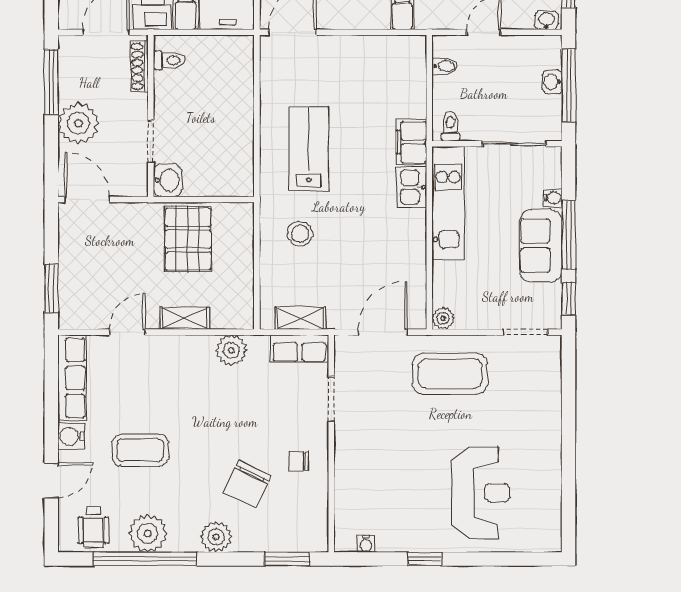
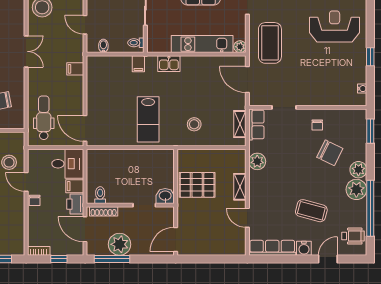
plant: (78, 123) -> (120, 244), moved
filing cabinet: (412, 142) -> (138, 64), width x0.50
lab bench: (309, 149) -> (148, 119), turned -90
kitchen unit: (448, 203) -> (202, 44), moved
window: (51, 288) -> (224, 259), removed
coffee table: (140, 450) -> (311, 211), turned -75
door: (51, 481) -> (328, 259), hinge flipped
plant: (148, 533) -> (356, 189), moved

